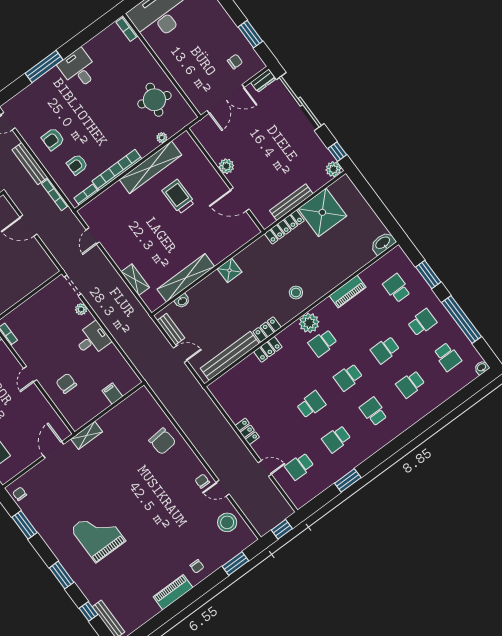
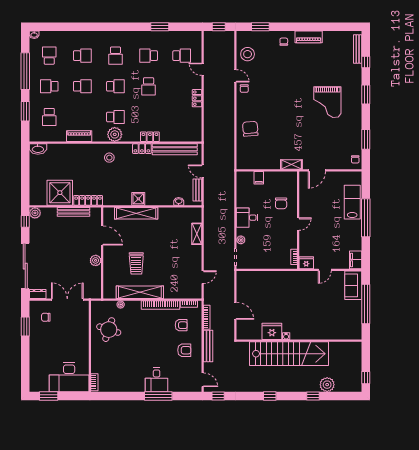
desk: (78, 69) -> (157, 380), moved
shelving: (186, 278) -> (136, 213), moved
school desk: (311, 405) -> (149, 86), turned -90
school desk: (336, 439) -> (149, 56), turned 180

